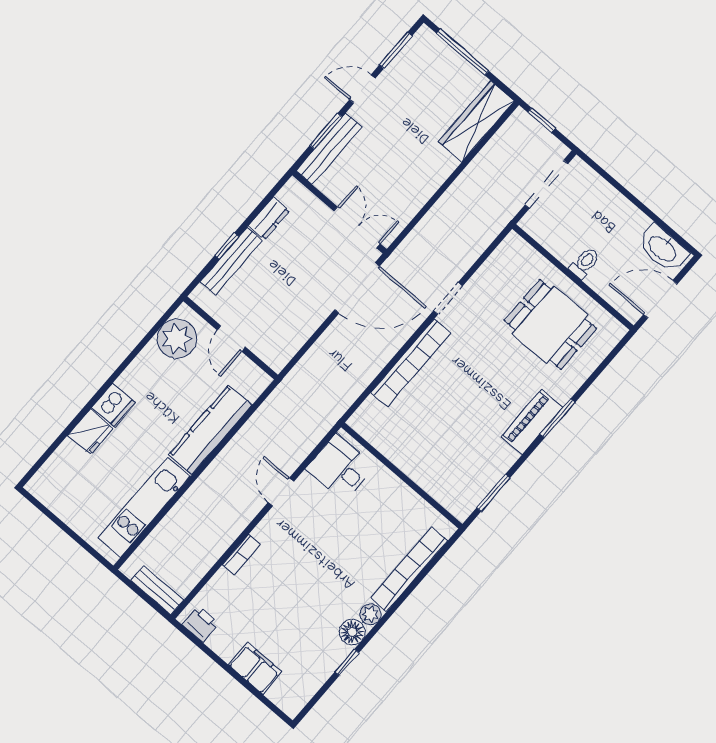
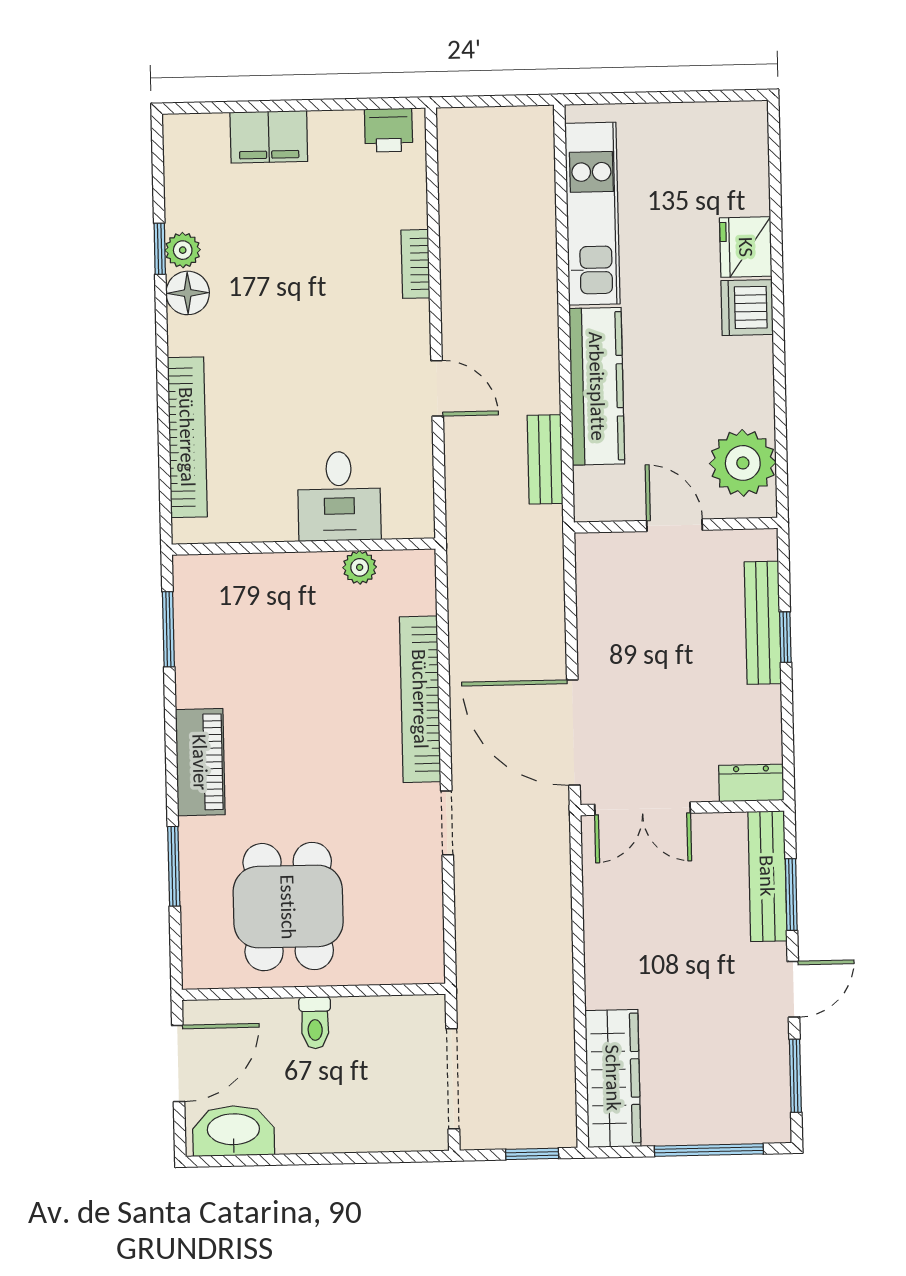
dresser: (269, 218) -> (751, 783), moved, turned 90
door: (357, 288) -> (573, 732), hinge flipped
dining table: (550, 324) -> (288, 907), turned 90
window: (558, 418) -> (174, 866), moved
plant: (385, 444) -> (360, 567), added
desk: (340, 468) -> (339, 496), moved, turned 90
bench: (157, 590) -> (545, 459), moved, turned 90
plant: (370, 614) -> (183, 250), moved

